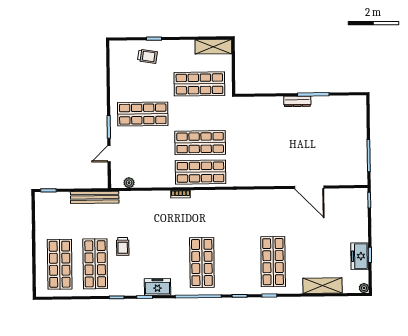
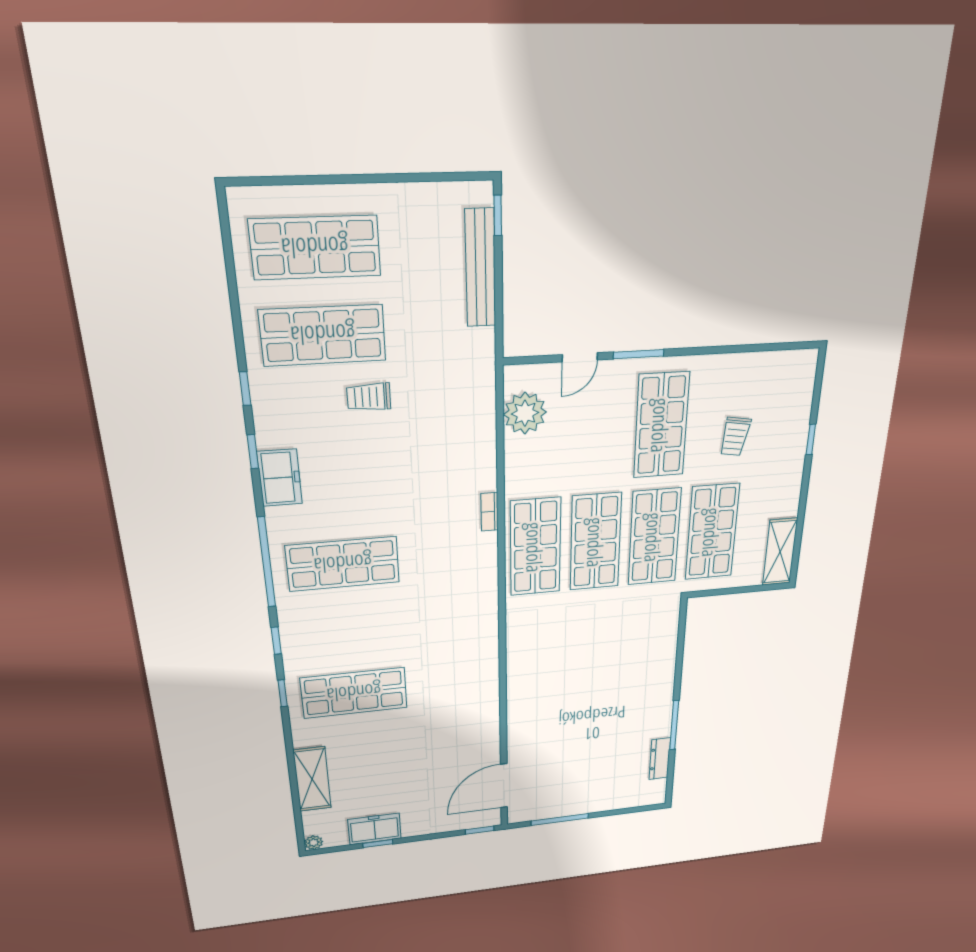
trolley: (147, 56) -> (735, 437), moved
dresser: (297, 101) -> (660, 759), moved
shop shelf: (200, 113) -> (654, 537), added
door: (109, 154) -> (580, 357), swing flipped
plant: (129, 183) -> (525, 413), width x1.88, depth x1.88
door: (309, 187) -> (504, 786), moved
bench: (95, 197) -> (480, 268), moved

